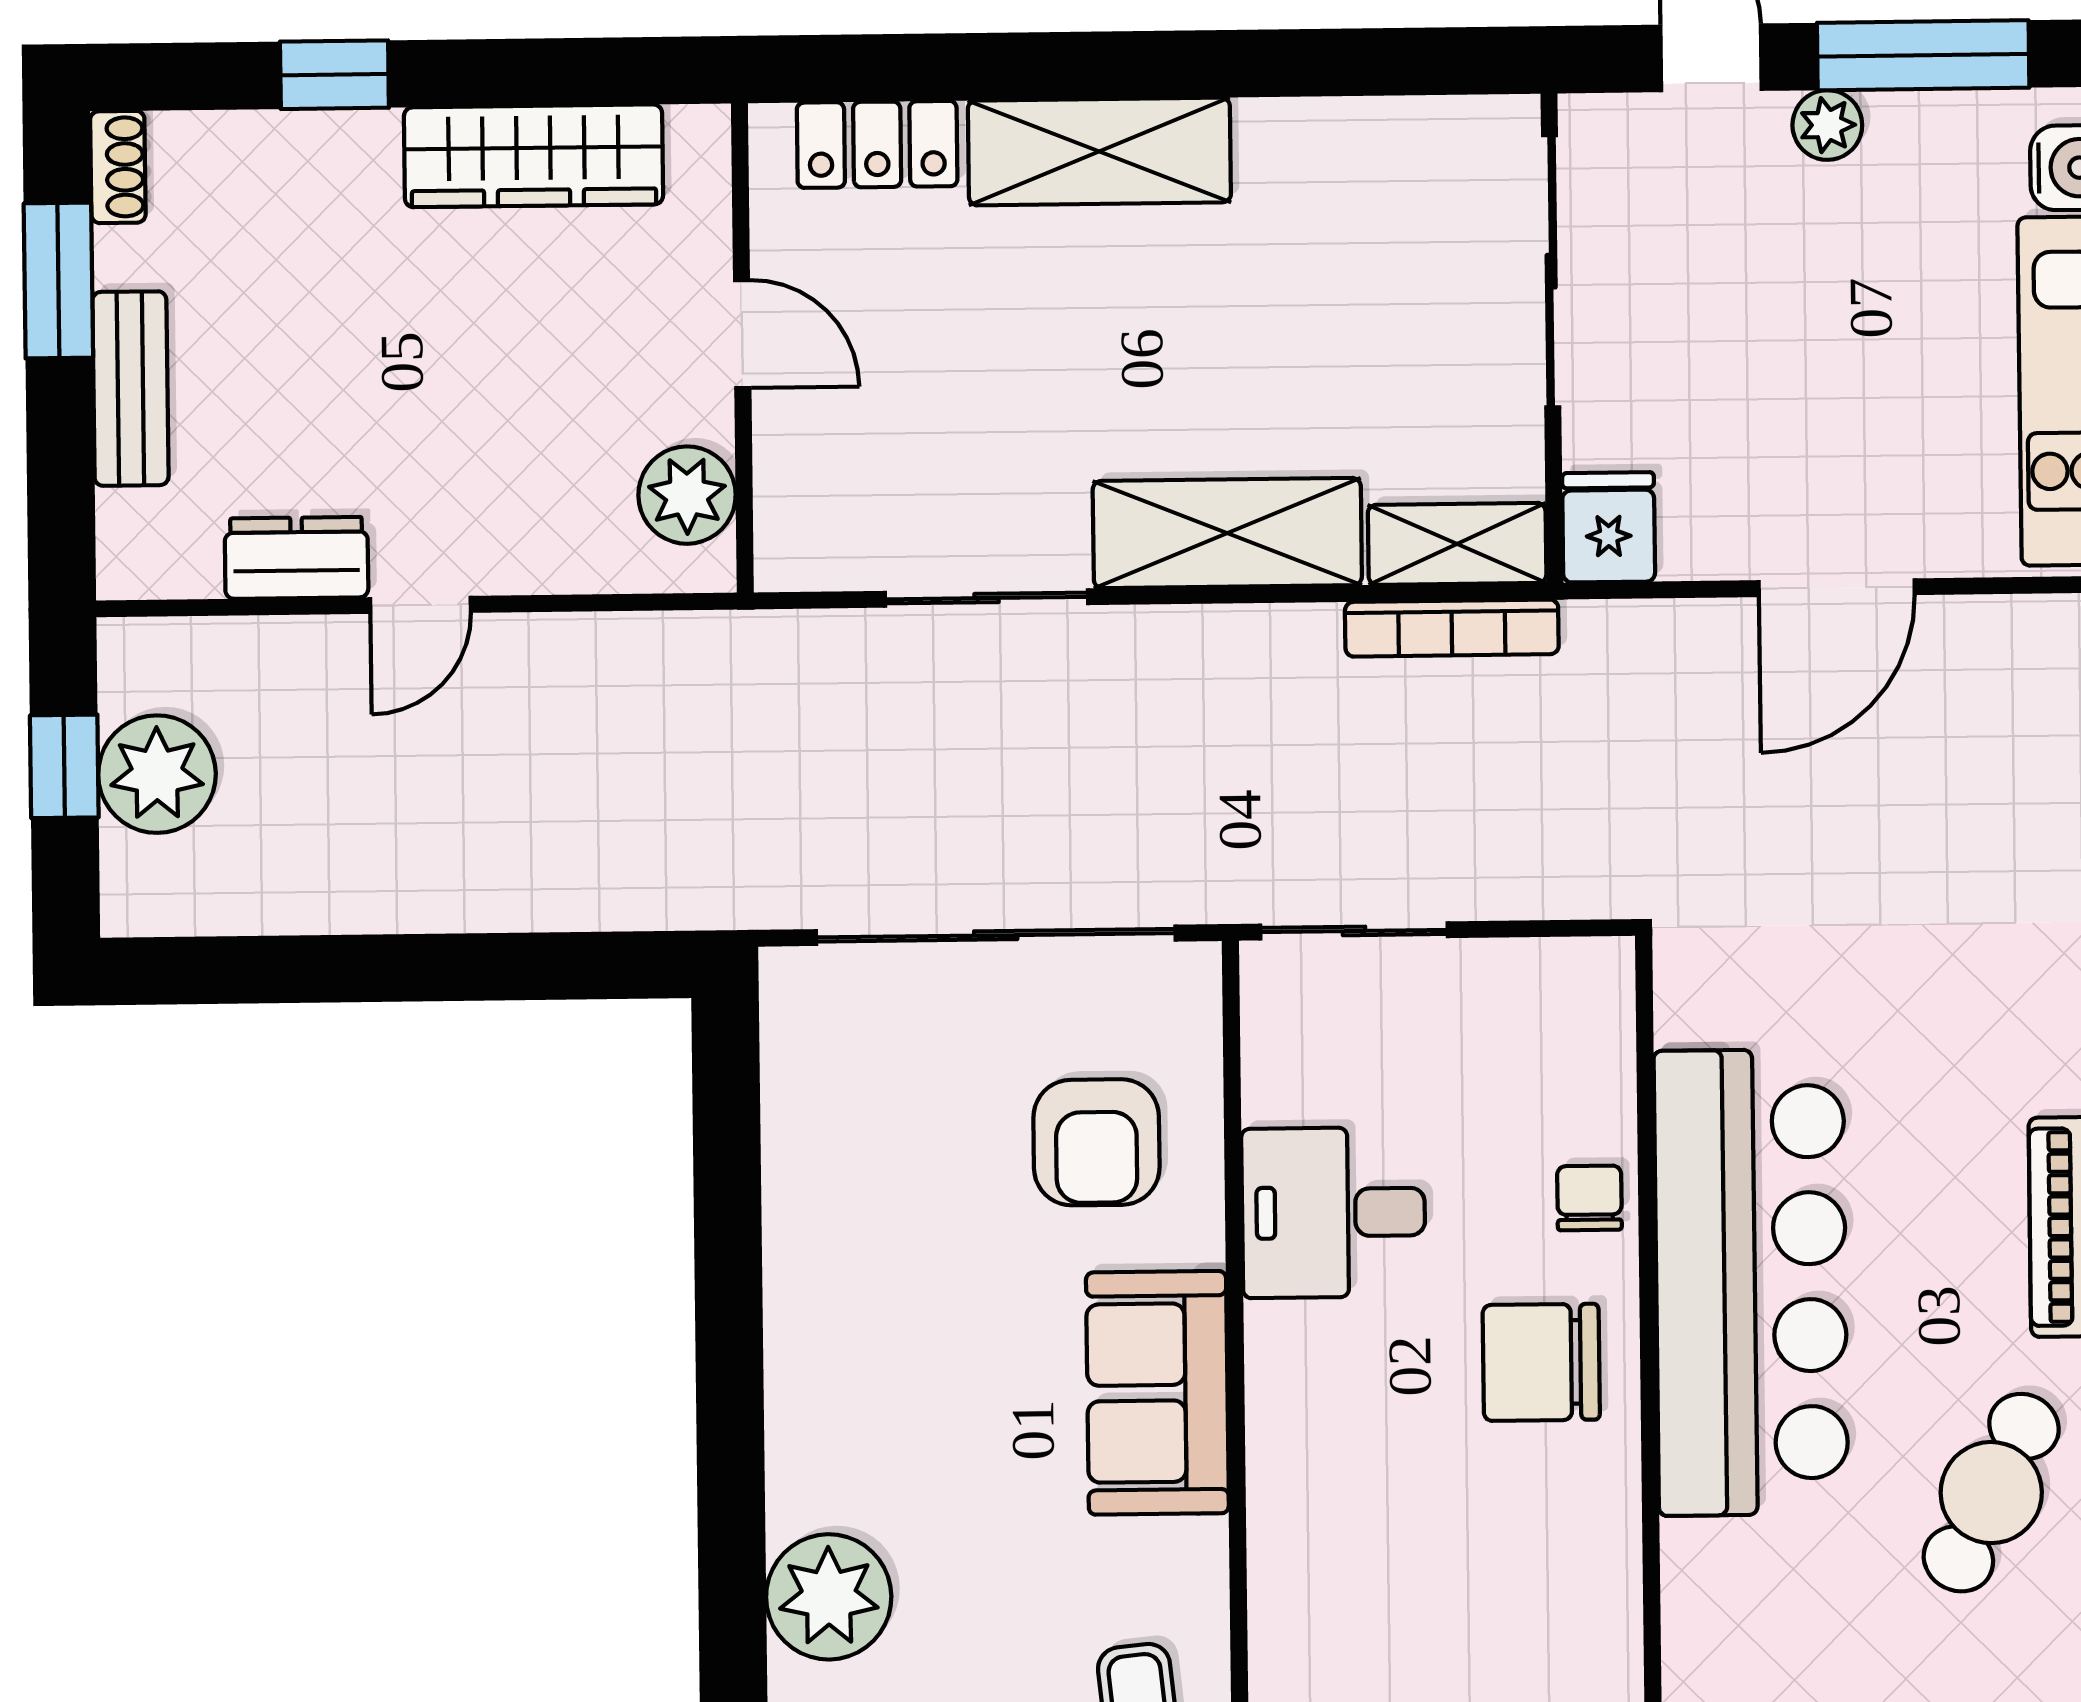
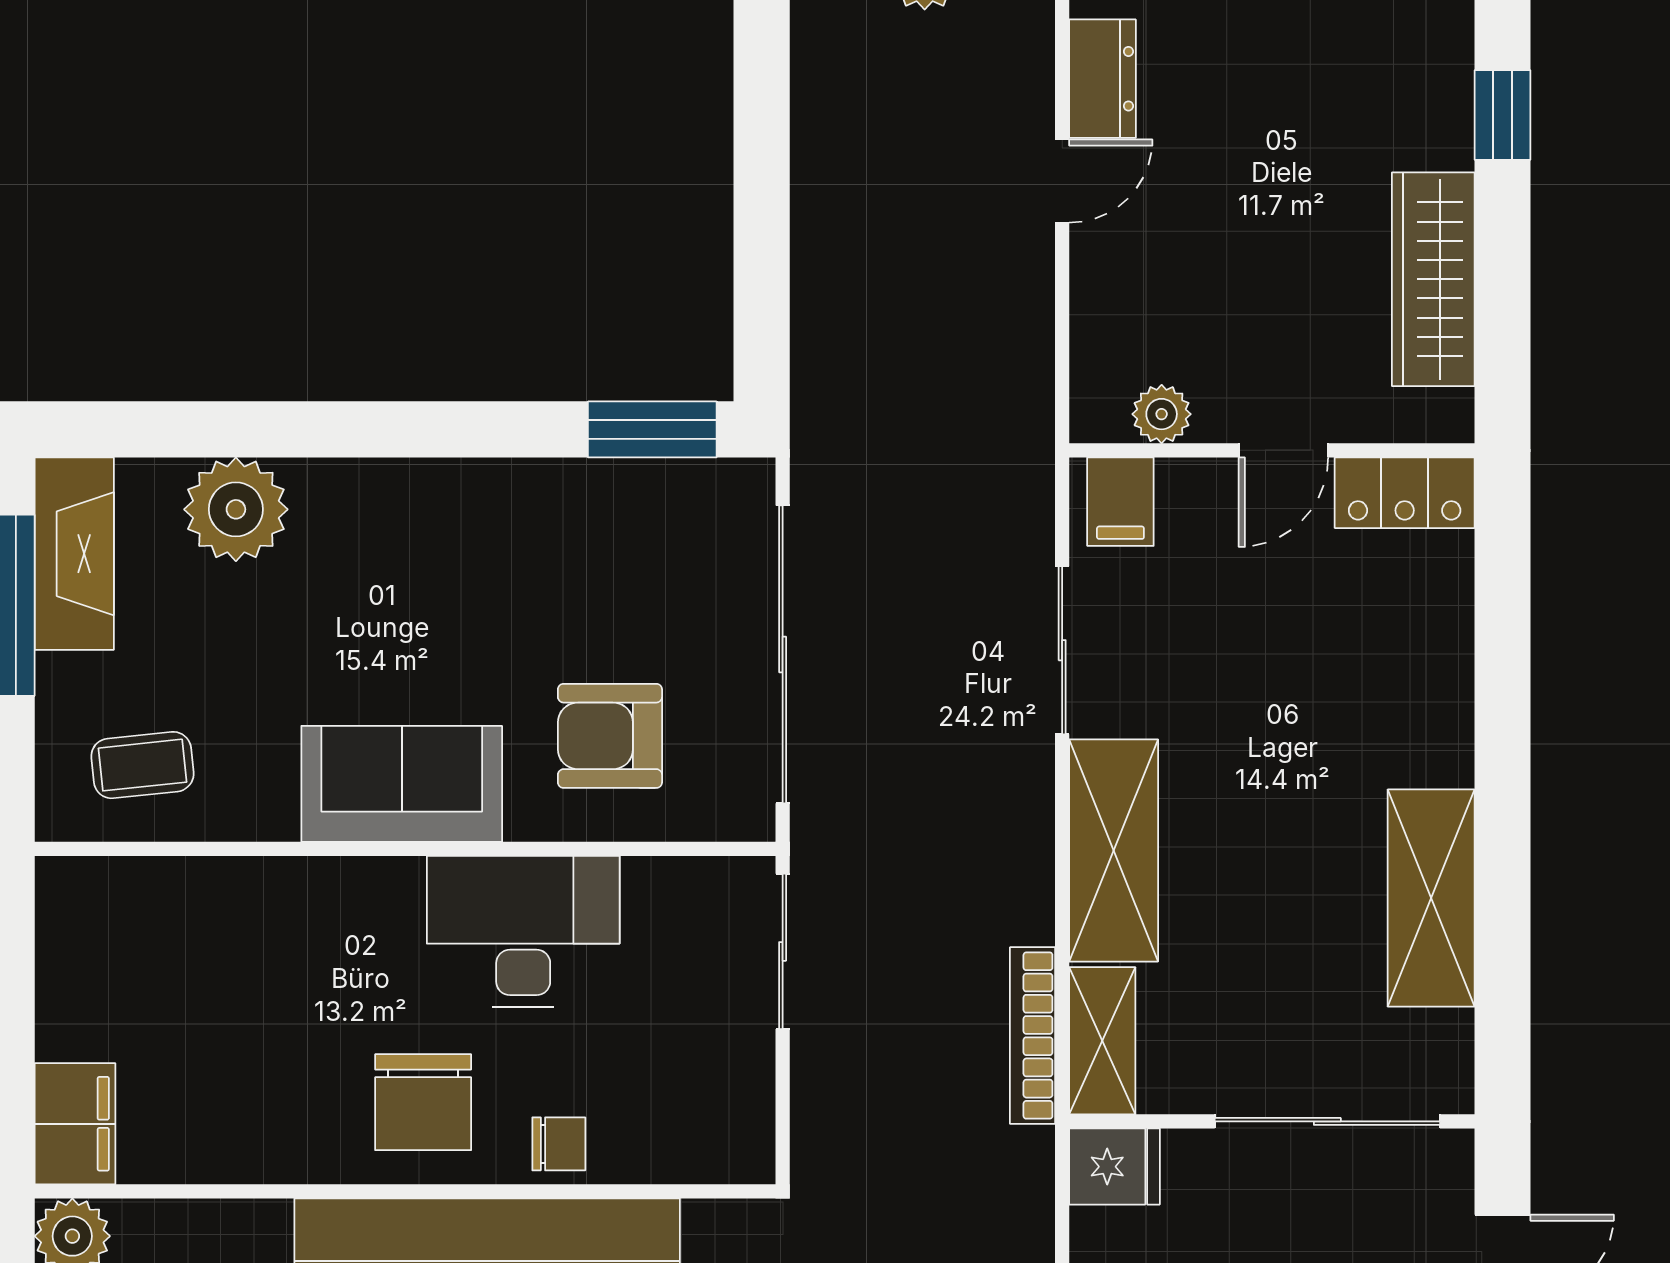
locker: (877, 144) -> (1405, 493), moved, turned -90
shelving: (1099, 151) -> (1431, 898), moved
plant: (687, 495) -> (1162, 414), width x0.73, depth x0.73
filing cabinet: (806, 530) -> (1120, 502), added
door: (420, 605) -> (1062, 181), swing flipped
window: (726, 1096) -> (652, 429), added
desk: (1333, 1213) -> (523, 932), width x1.37
chair: (1541, 1362) -> (423, 1102), turned 180

